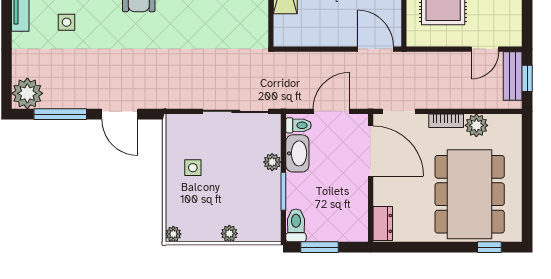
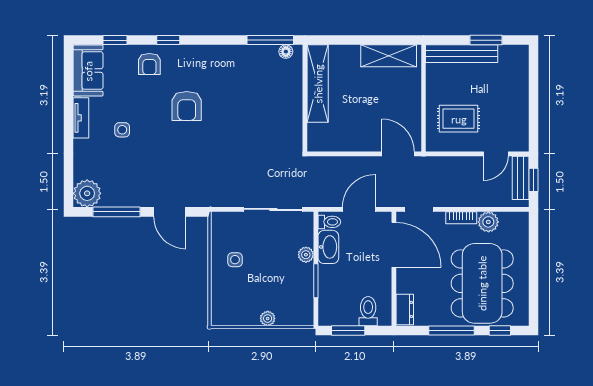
toilet: (296, 225) -> (368, 311), moved
plant: (173, 234) -> (218, 319), removed
window: (435, 247) -> (452, 331), added

